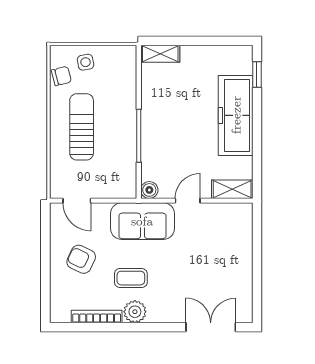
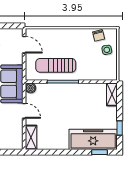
window: (216, 41) -> (120, 128), added
freezer: (236, 115) -> (93, 139), moved
sun lounger: (82, 127) -> (56, 65), moved, turned 180
door: (77, 201) -> (24, 45), swing flipped

